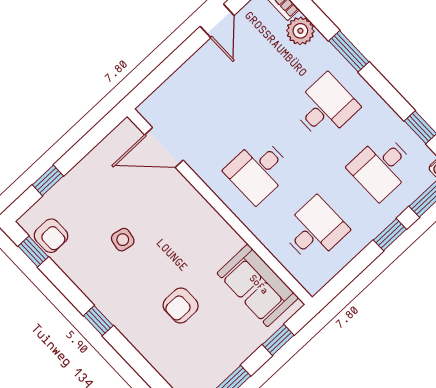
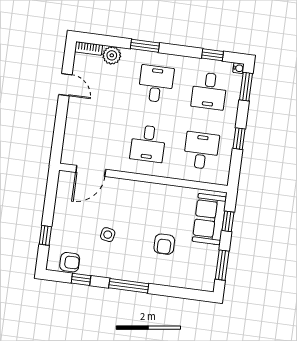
window: (390, 235) -> (239, 139), moved
window: (33, 252) -> (81, 279), moved
sofa: (258, 285) -> (209, 219), moved, turned 90
window: (98, 321) -> (129, 286), width x2.17

